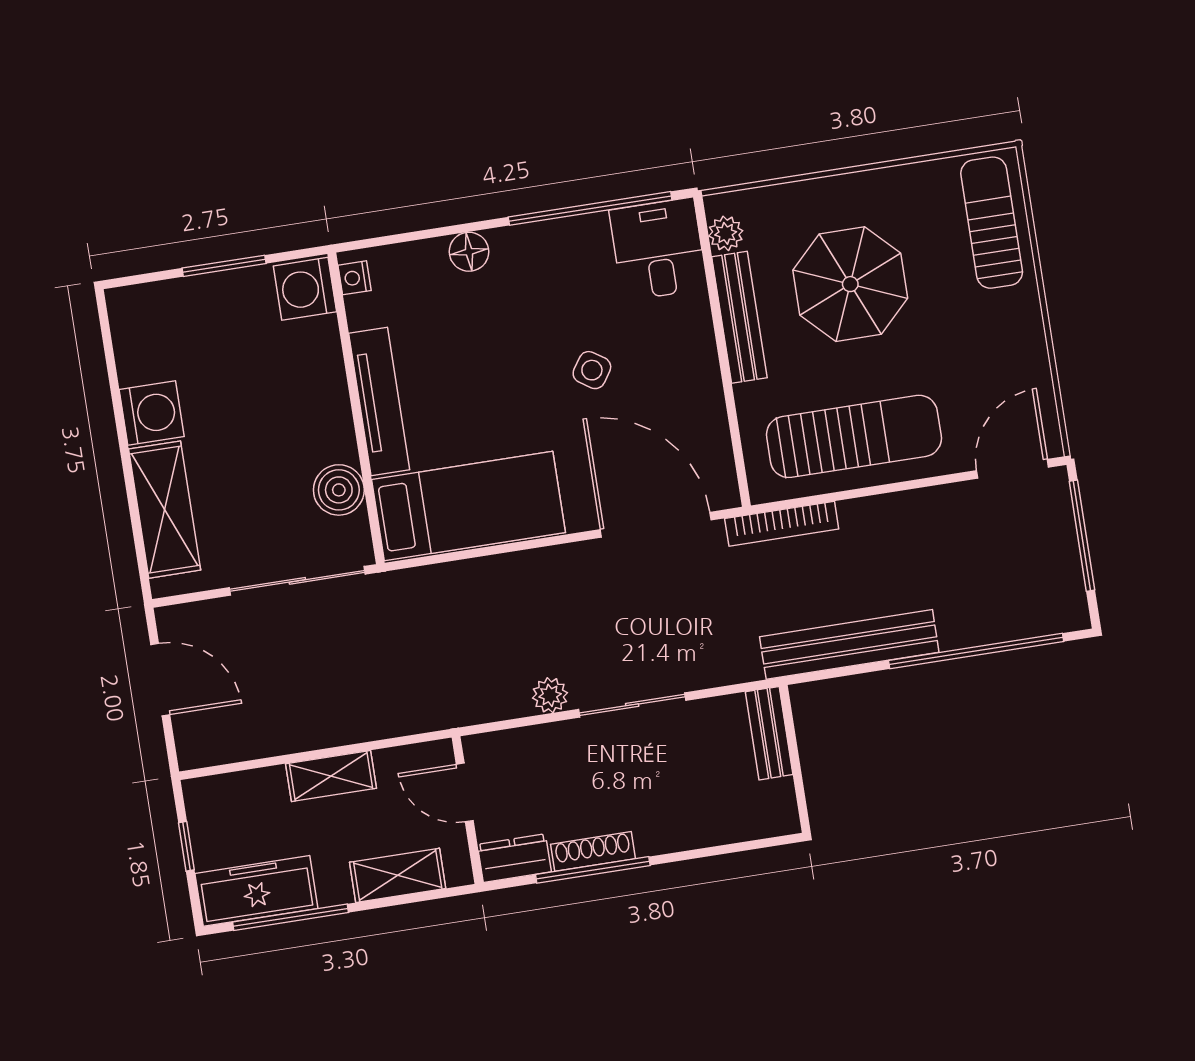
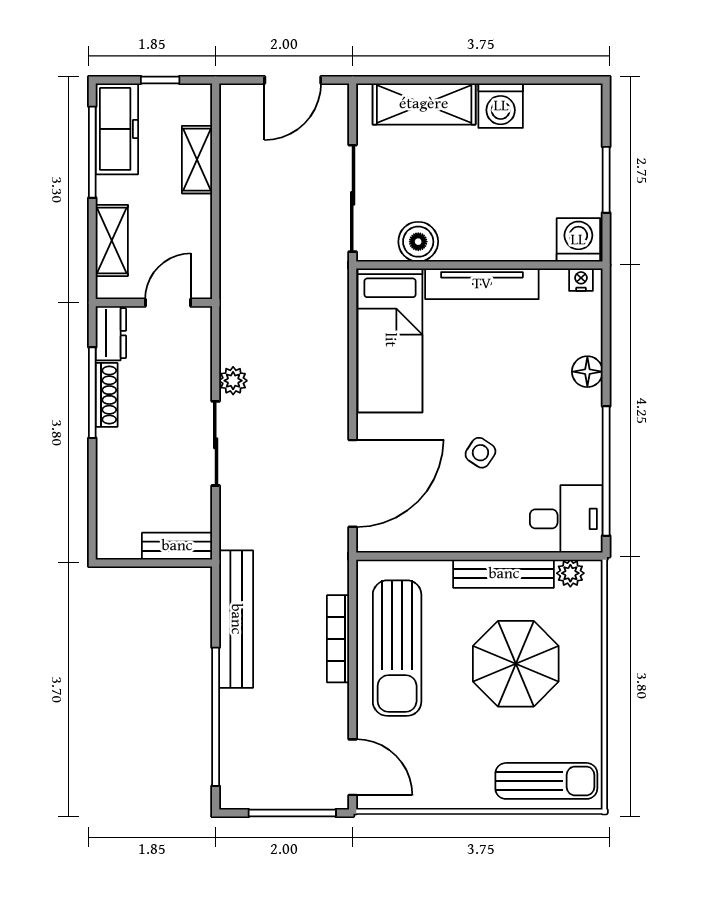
bookcase: (782, 524) -> (338, 639), moved
shelving: (331, 776) -> (197, 160), moved

